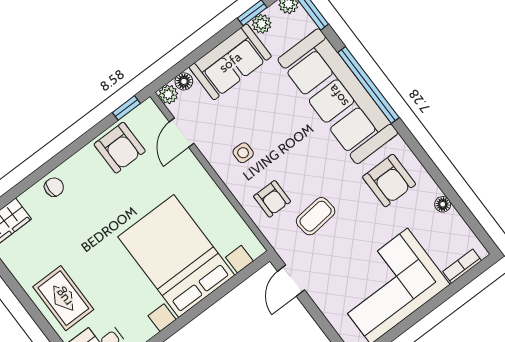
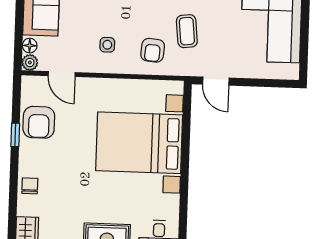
window: (126, 108) -> (15, 135), moved
armchair: (120, 148) -> (39, 122), turned 90
armchair: (272, 199) -> (153, 50), turned 95

